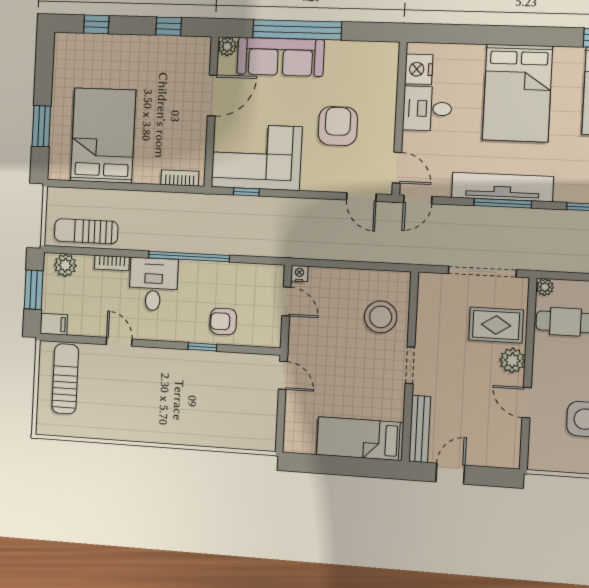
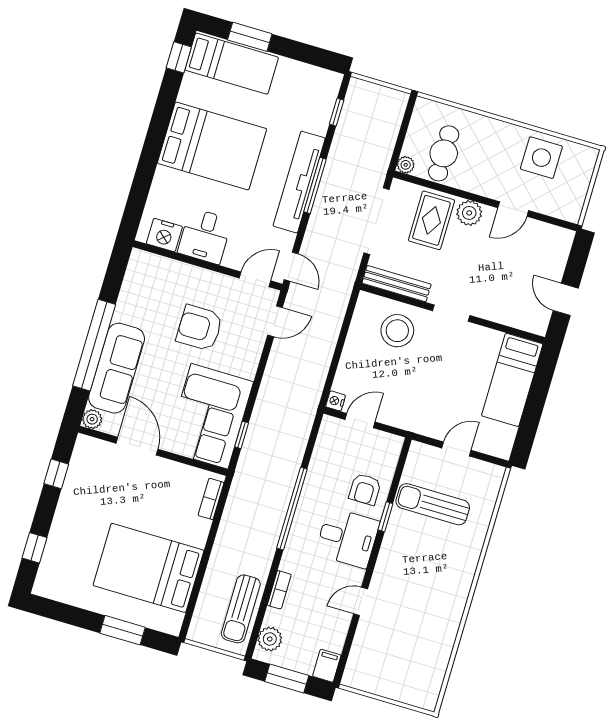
desk: (153, 284) -> (347, 538), moved, turned 180
door: (283, 375) -> (456, 449), moved
sun lounger: (65, 379) -> (433, 504), moved
bench: (420, 429) -> (397, 284), moved

